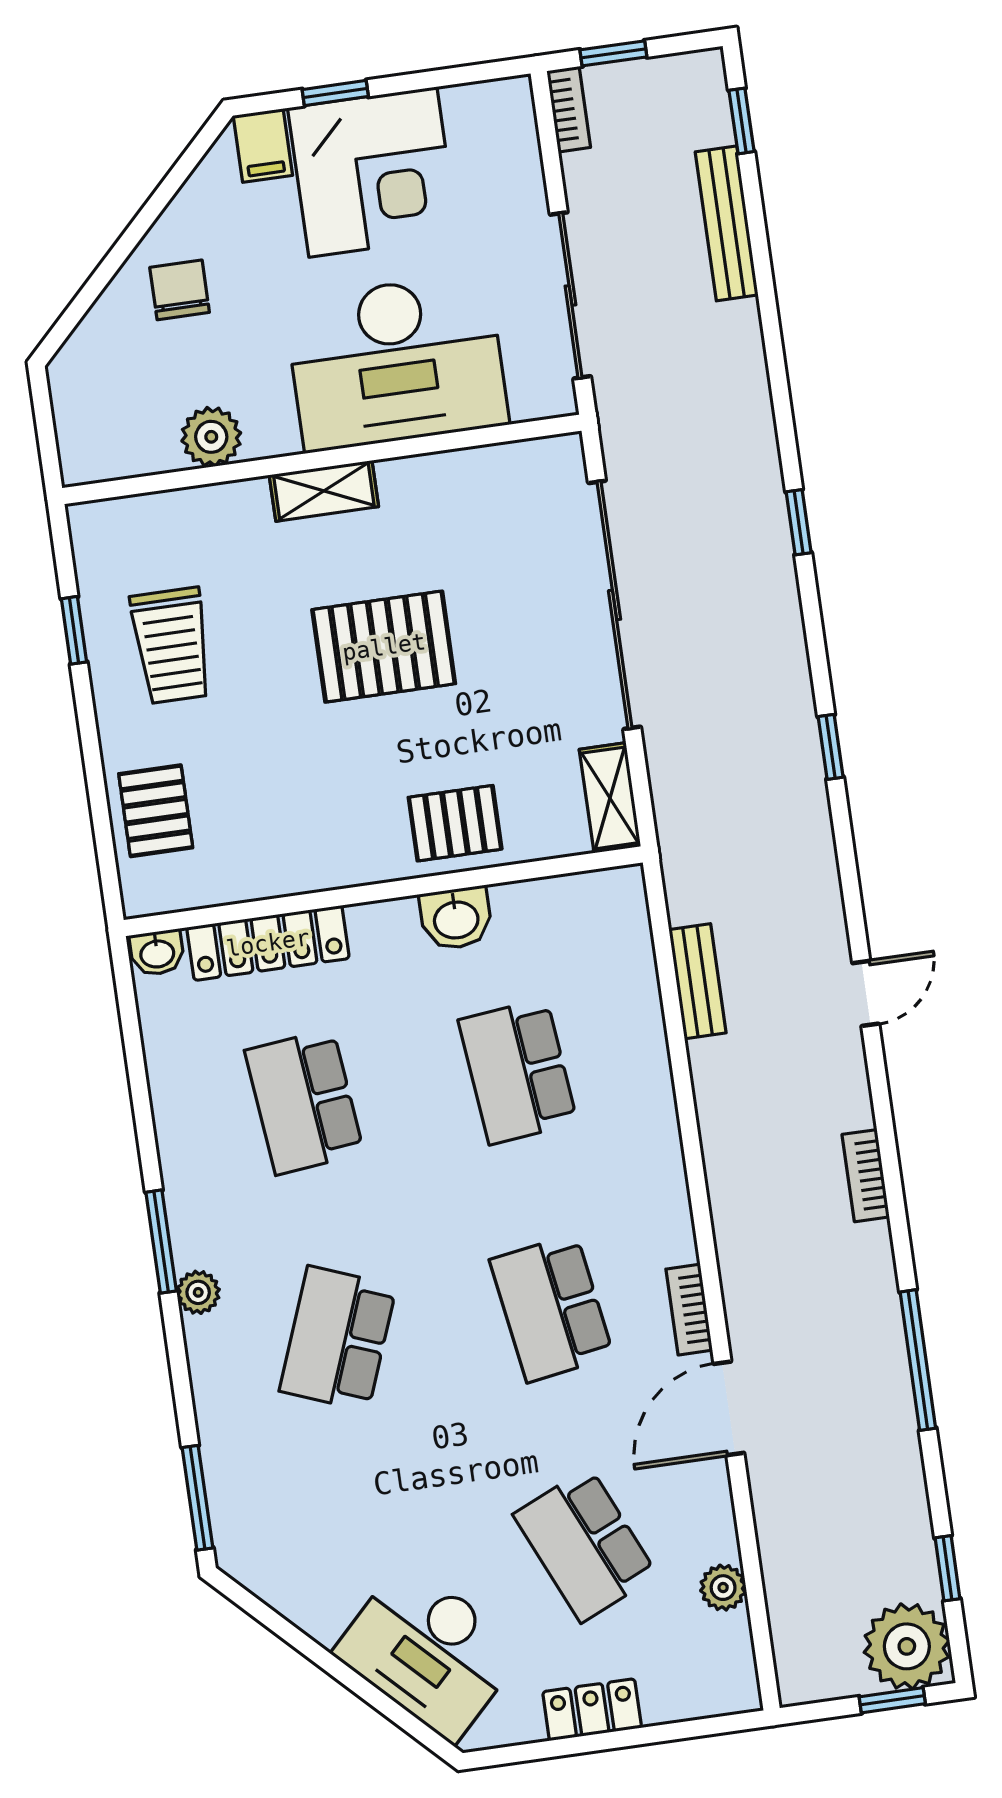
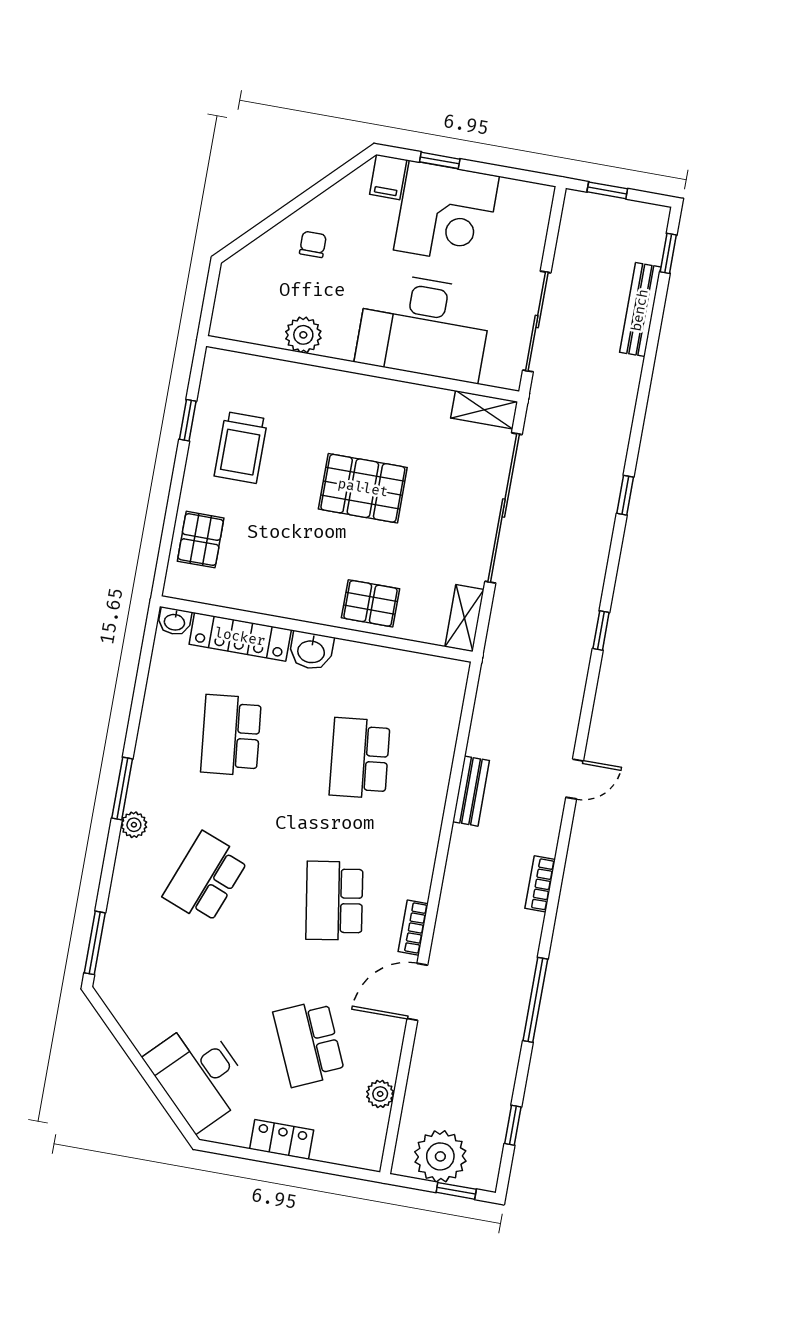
bookcase: (569, 109) -> (571, 214), removed
chair: (180, 290) -> (313, 244), width x0.73, depth x0.73
shelving: (324, 491) -> (484, 410), moved
washbasin: (456, 918) -> (311, 651), moved
bench: (698, 981) -> (471, 791), moved
plant: (907, 1646) -> (440, 1156), moved

